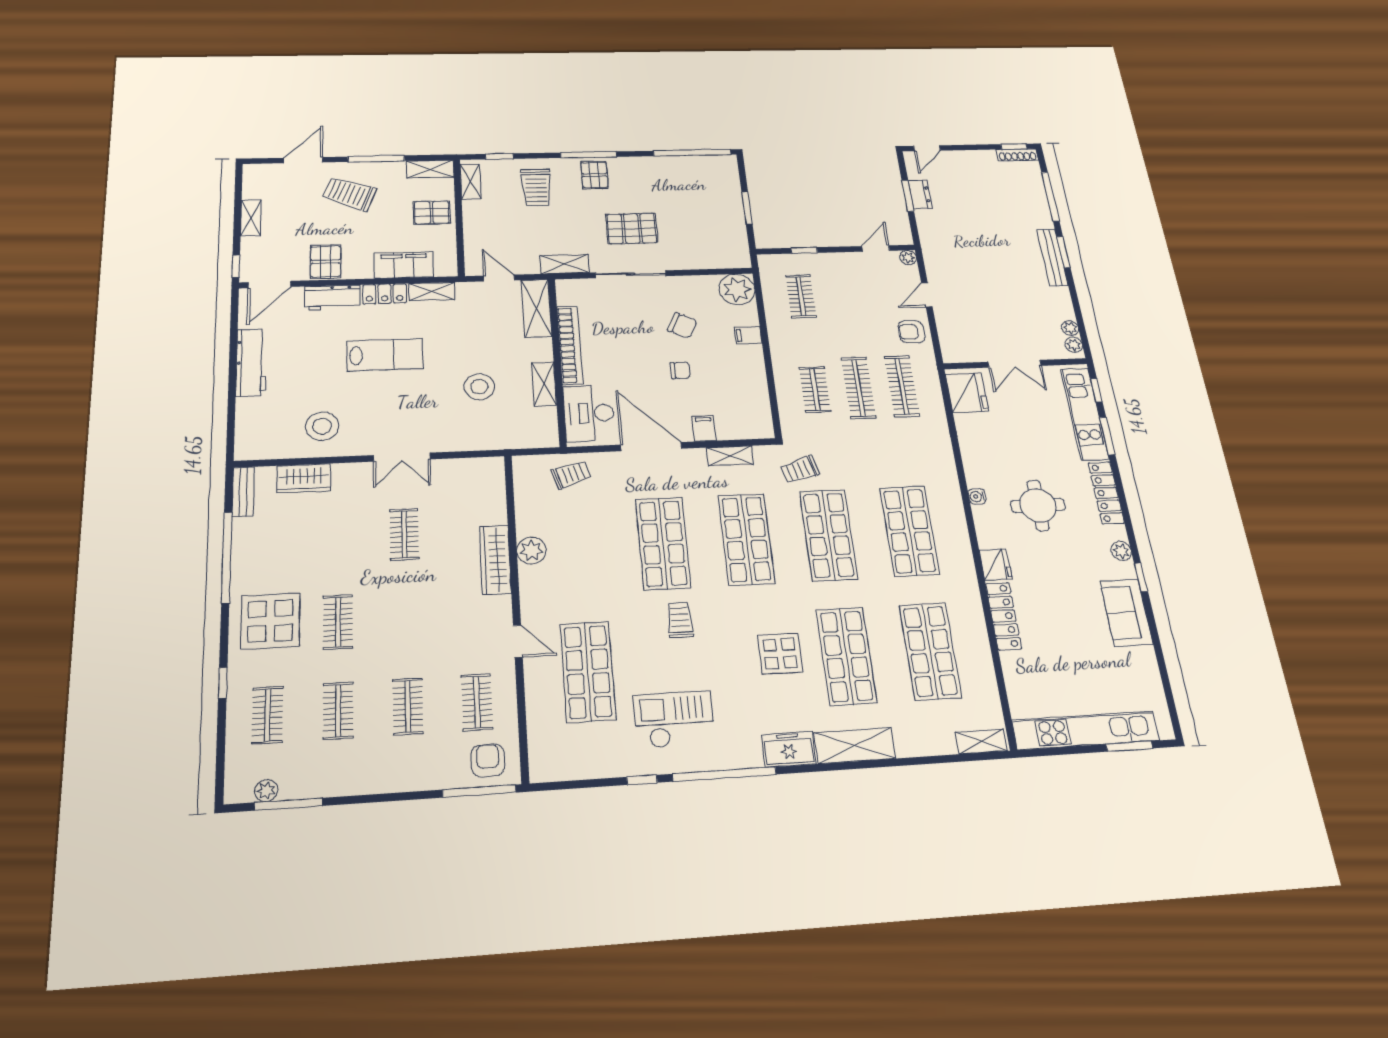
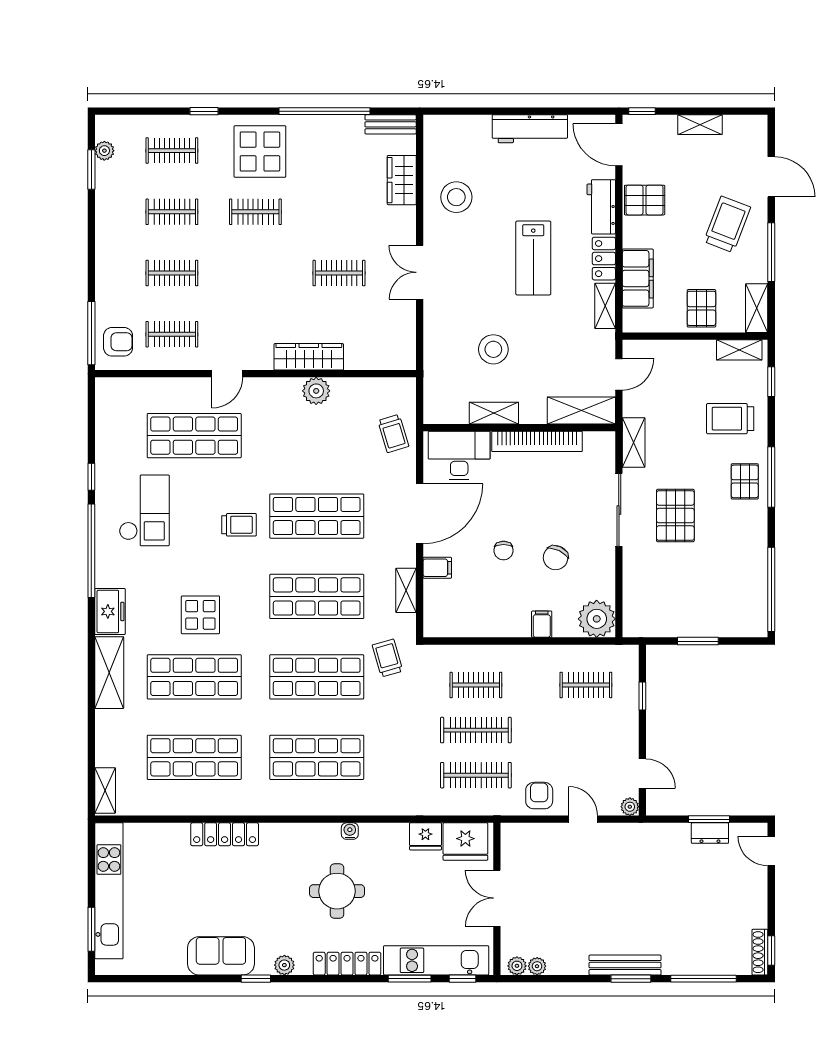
pallet: (595, 175) -> (745, 481), turned 90
fridge: (996, 565) -> (425, 836), moved
window: (288, 804) -> (91, 170), width x0.69

